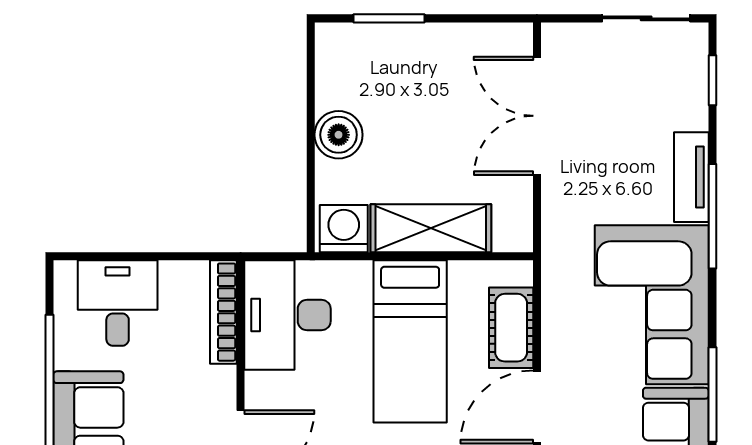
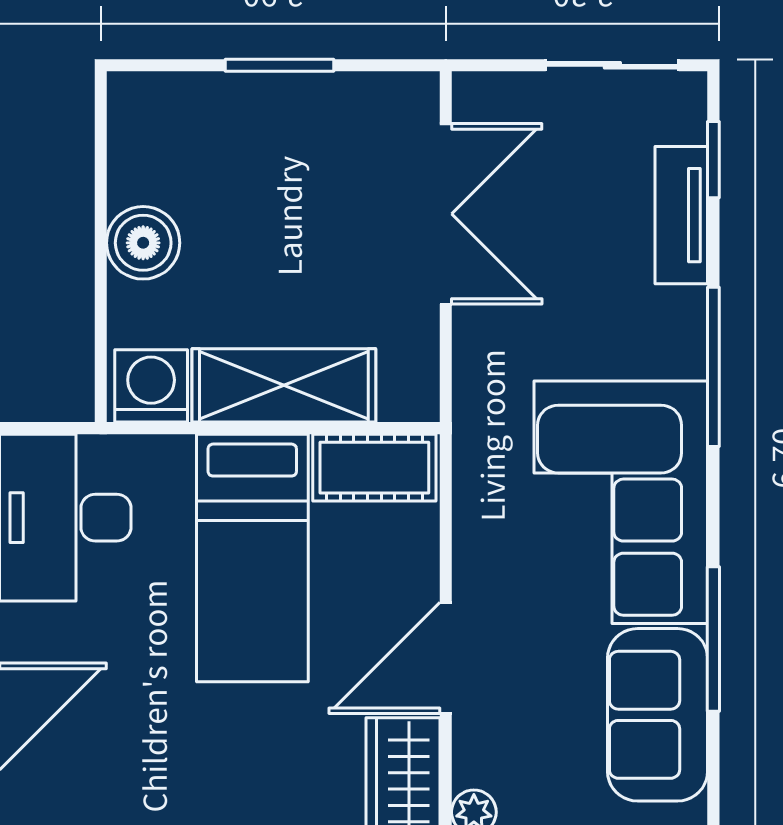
window: (389, 18) -> (280, 65), moved
double door: (537, 116) -> (446, 214), swing flipped
tv unit: (691, 177) -> (681, 215), moved
cot: (511, 328) -> (374, 468), moved, turned 90

